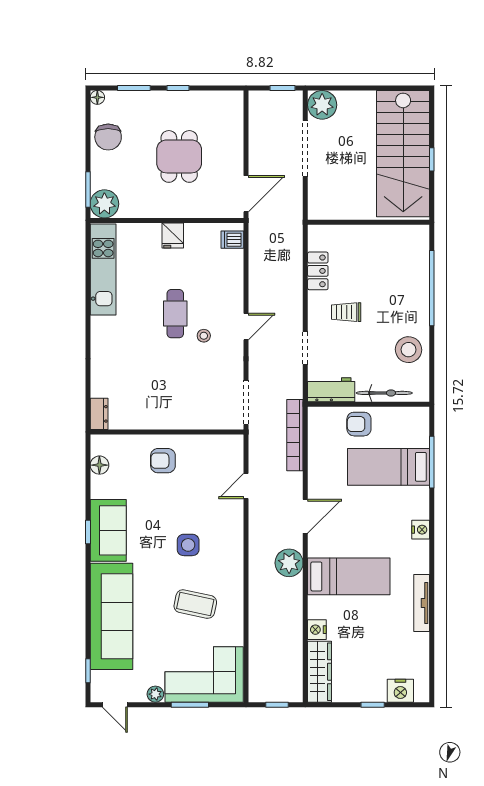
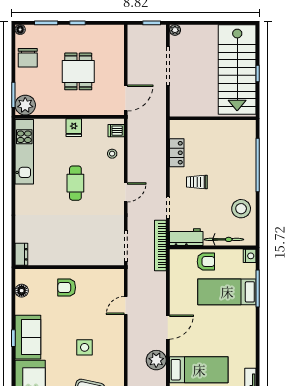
plant: (322, 105) -> (175, 30), width x0.53, depth x0.53
stool: (204, 336) -> (112, 154), moved
armchair: (359, 424) -> (206, 262), turned 180
bookcase: (295, 435) -> (160, 245), moved
nightstand: (421, 530) -> (250, 256), moved

